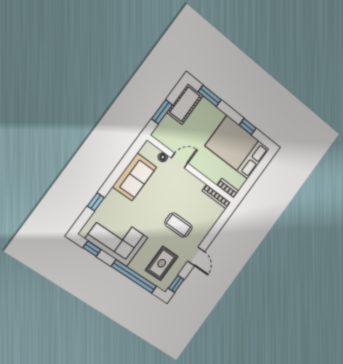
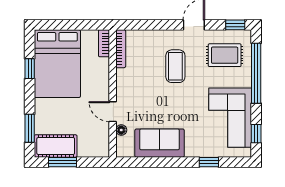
window: (162, 112) -> (62, 162), moved

